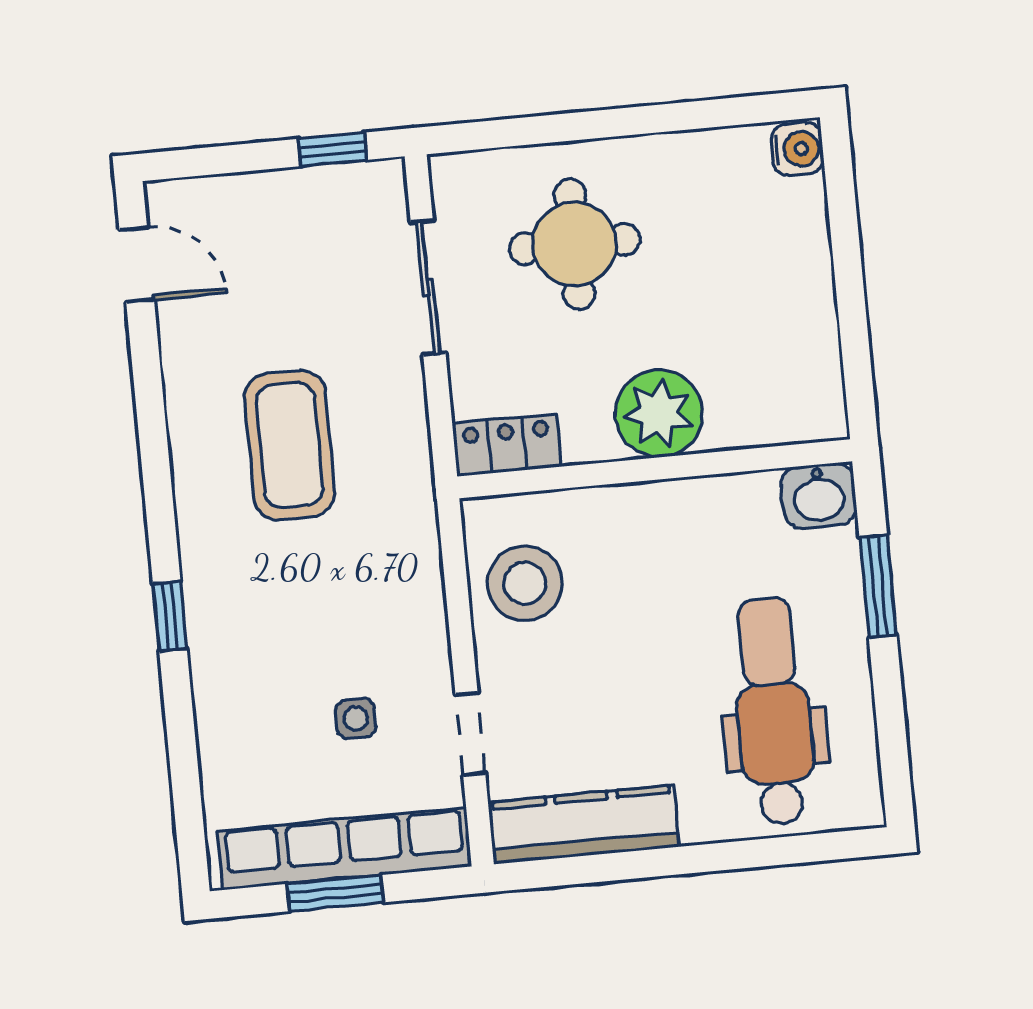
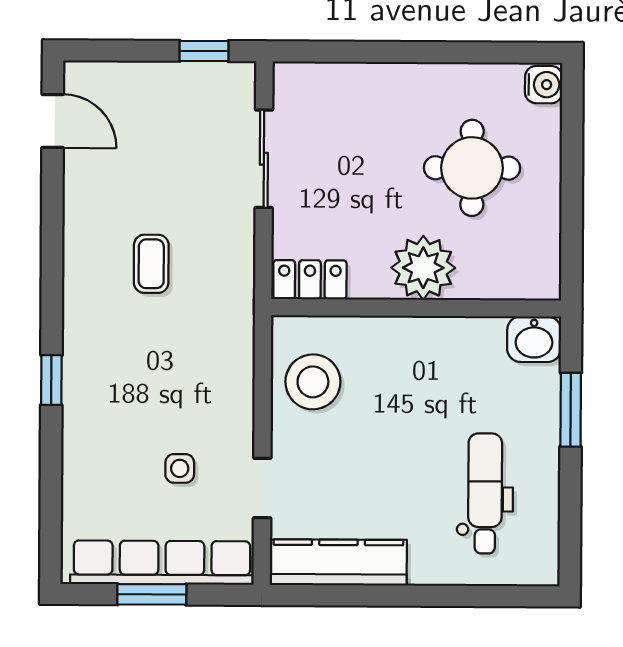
round table: (575, 244) -> (472, 168), moved
coffee table: (290, 445) -> (151, 264), width x0.54, depth x0.58
dental chair: (773, 711) -> (485, 493), width x0.73, depth x0.72

